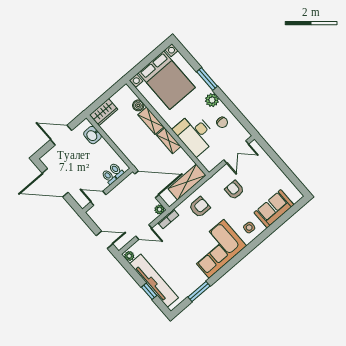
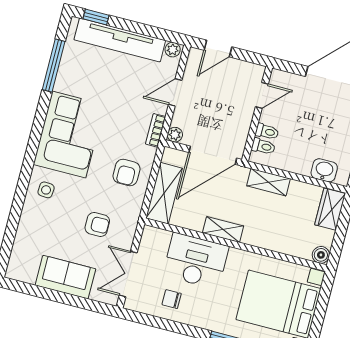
plant: (212, 100) -> (204, 318), removed
boiler: (138, 105) -> (321, 255), moved
shelving: (151, 121) -> (268, 182), moved
sofa: (274, 209) -> (65, 277), moved, turned -90
window: (149, 291) -> (96, 17), moved
window: (199, 292) -> (54, 66), width x1.44

